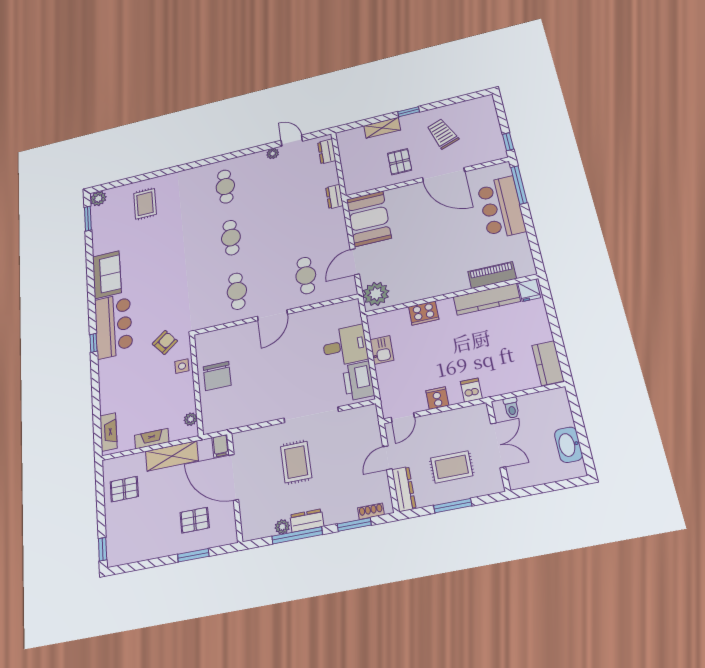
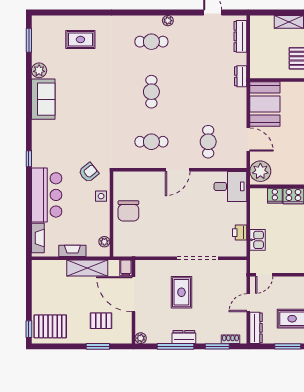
dresser: (327, 151) -> (240, 36), width x1.44
plant: (273, 154) -> (168, 21), moved
cafe table: (225, 186) -> (151, 42), turned 90
plant: (98, 199) -> (39, 70), moved
rug: (145, 204) -> (80, 39), turned 90
door: (355, 262) -> (248, 139), swing flipped
cafe table: (237, 291) -> (151, 142), turned 90
bar counter: (114, 326) -> (47, 195), moved
desk: (345, 346) -> (230, 186), moved
kitchen sink: (382, 350) -> (257, 240), moved
printer: (358, 381) -> (240, 233), width x0.53, depth x0.68
cooker: (437, 398) -> (275, 196), moved, turned 180
pallet: (124, 489) -> (50, 326), moved, width x1.50, depth x1.42
plant: (282, 527) -> (141, 338), moved

